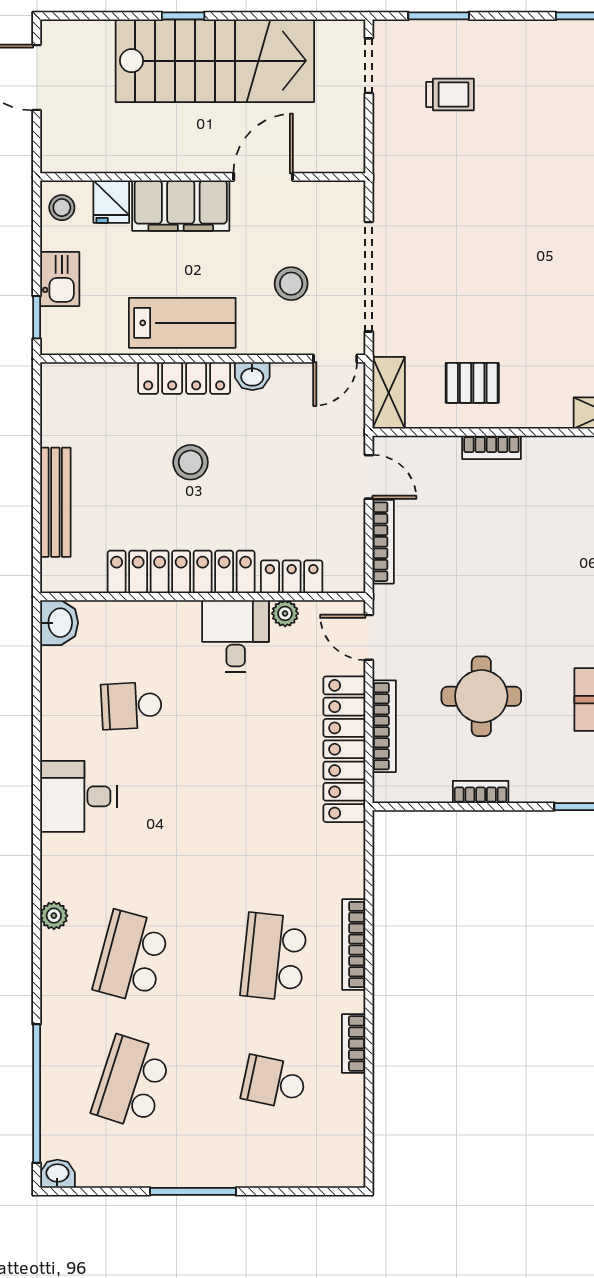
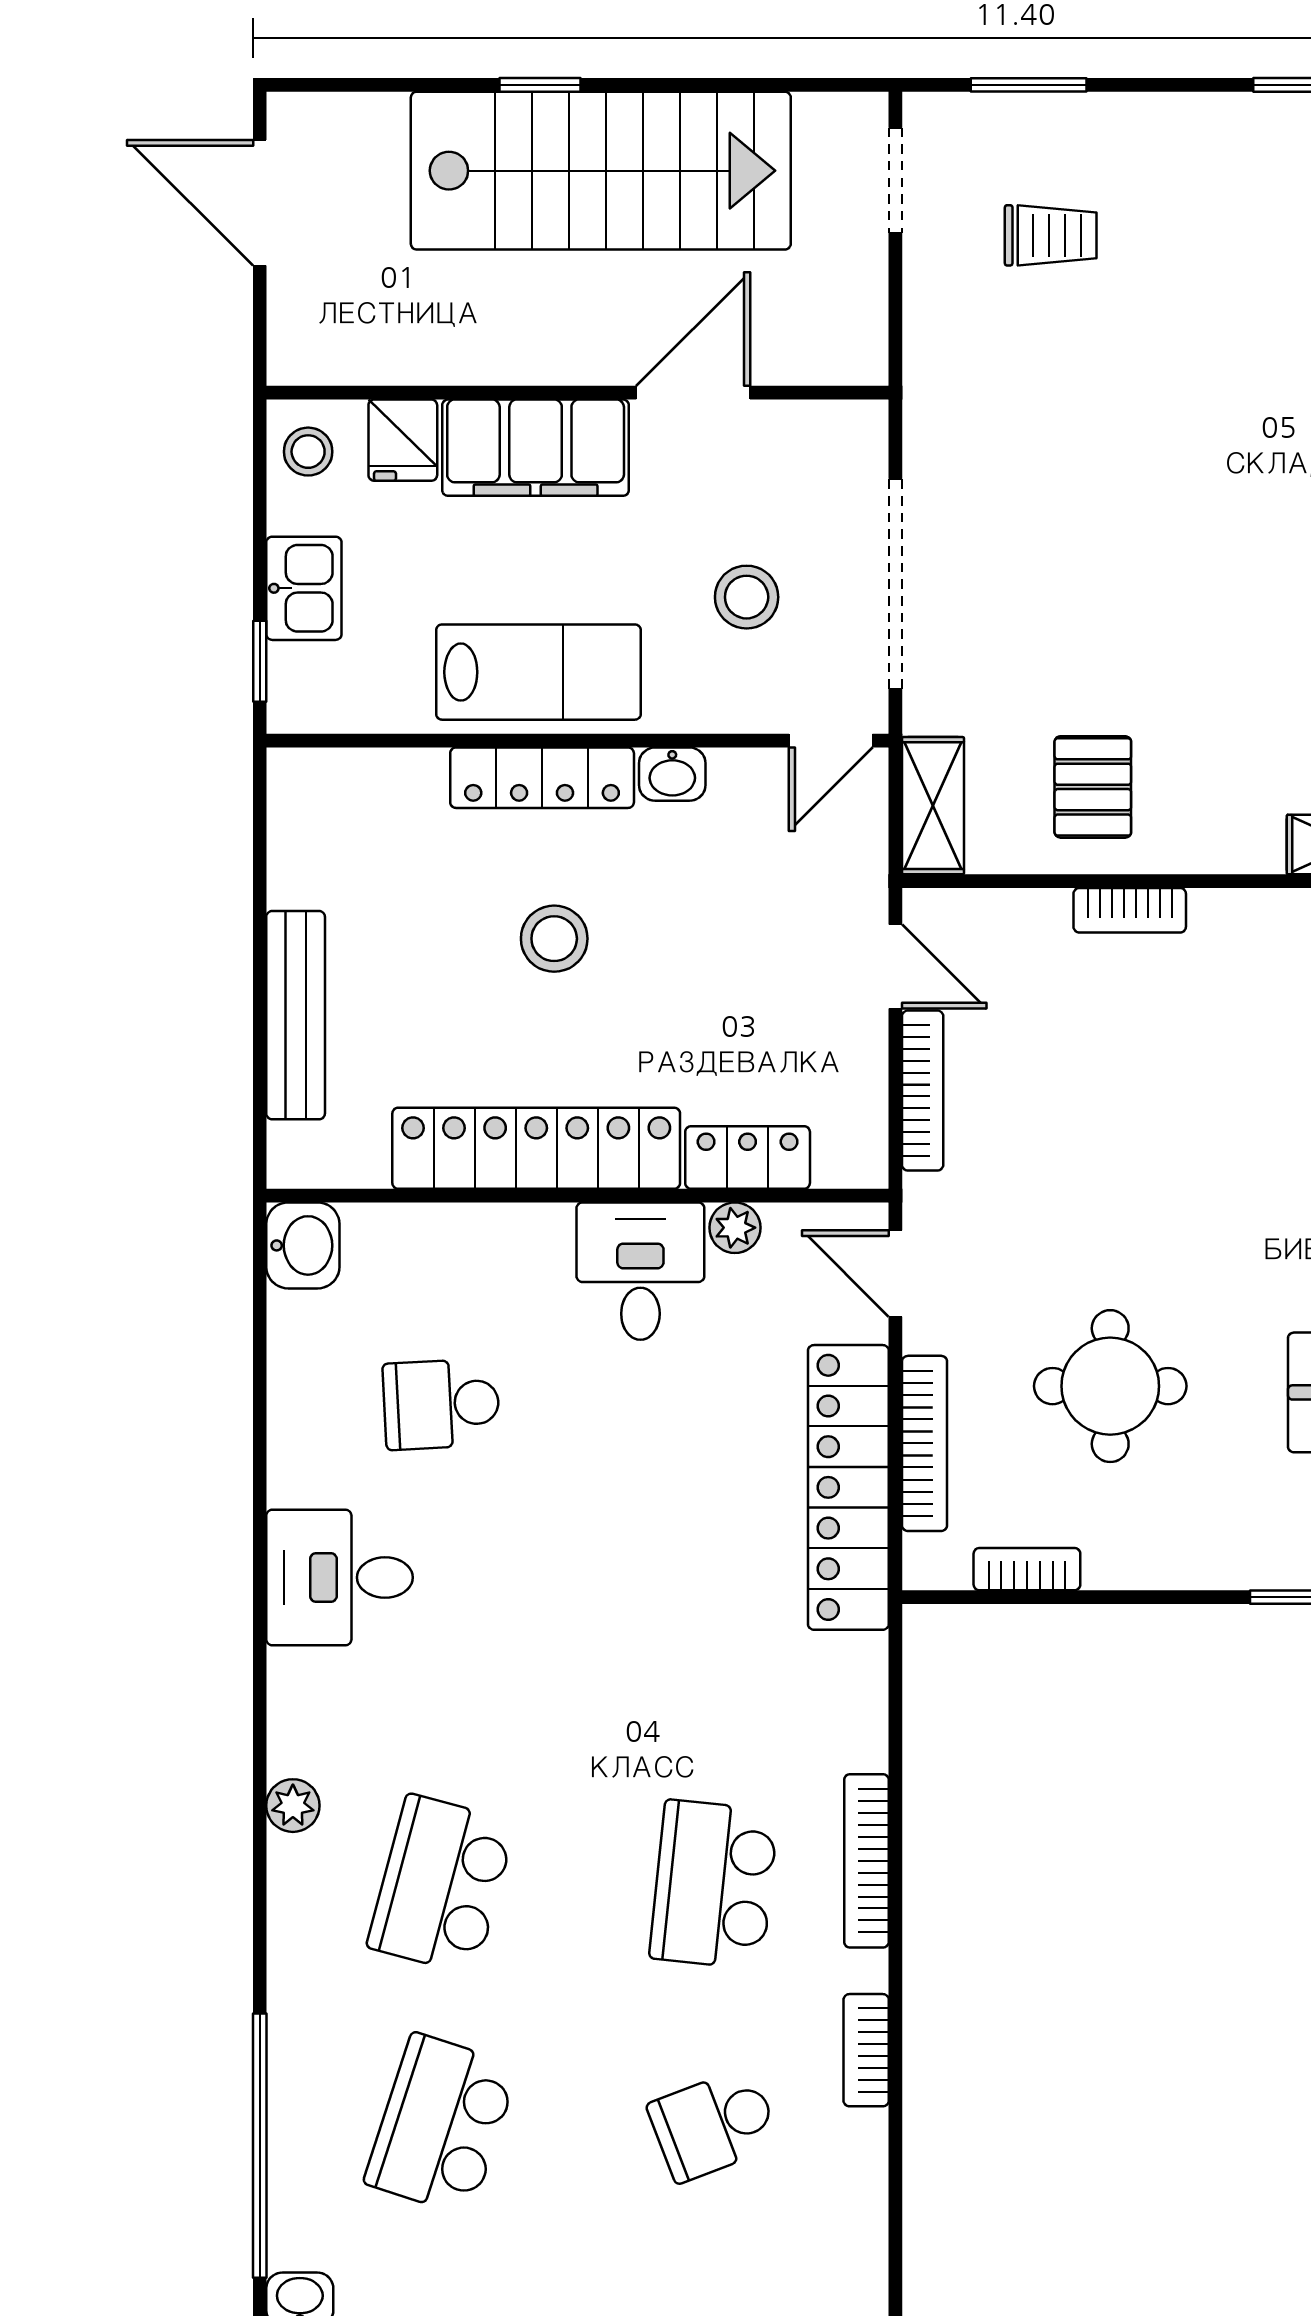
pallet: (472, 383) -> (1093, 787), turned 90
bookcase: (481, 792) -> (1027, 1569), moved
school desk: (274, 1082) -> (714, 2125), turned -33

